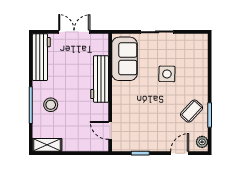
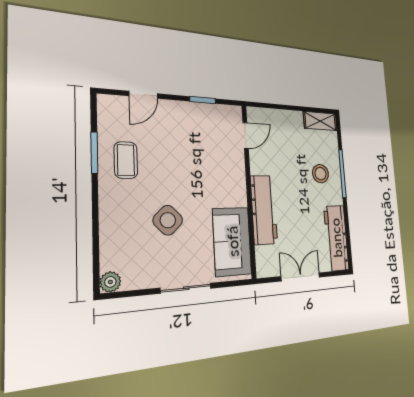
double door: (74, 32) -> (301, 277), swing flipped
side table: (167, 74) -> (168, 220), turned 45
coffee table: (192, 111) -> (126, 160), turned -43
door: (110, 130) -> (246, 135), hinge flipped
plant: (202, 142) -> (110, 282), moved

